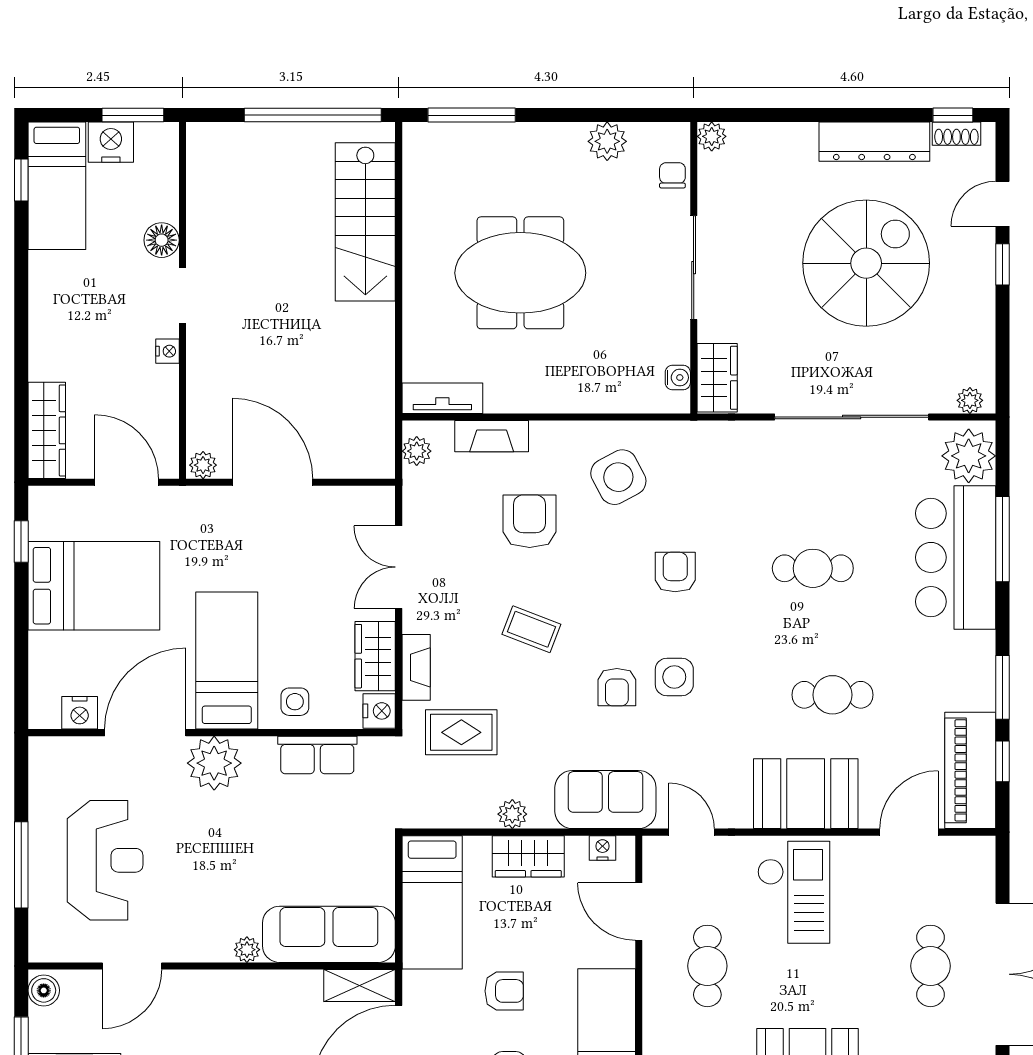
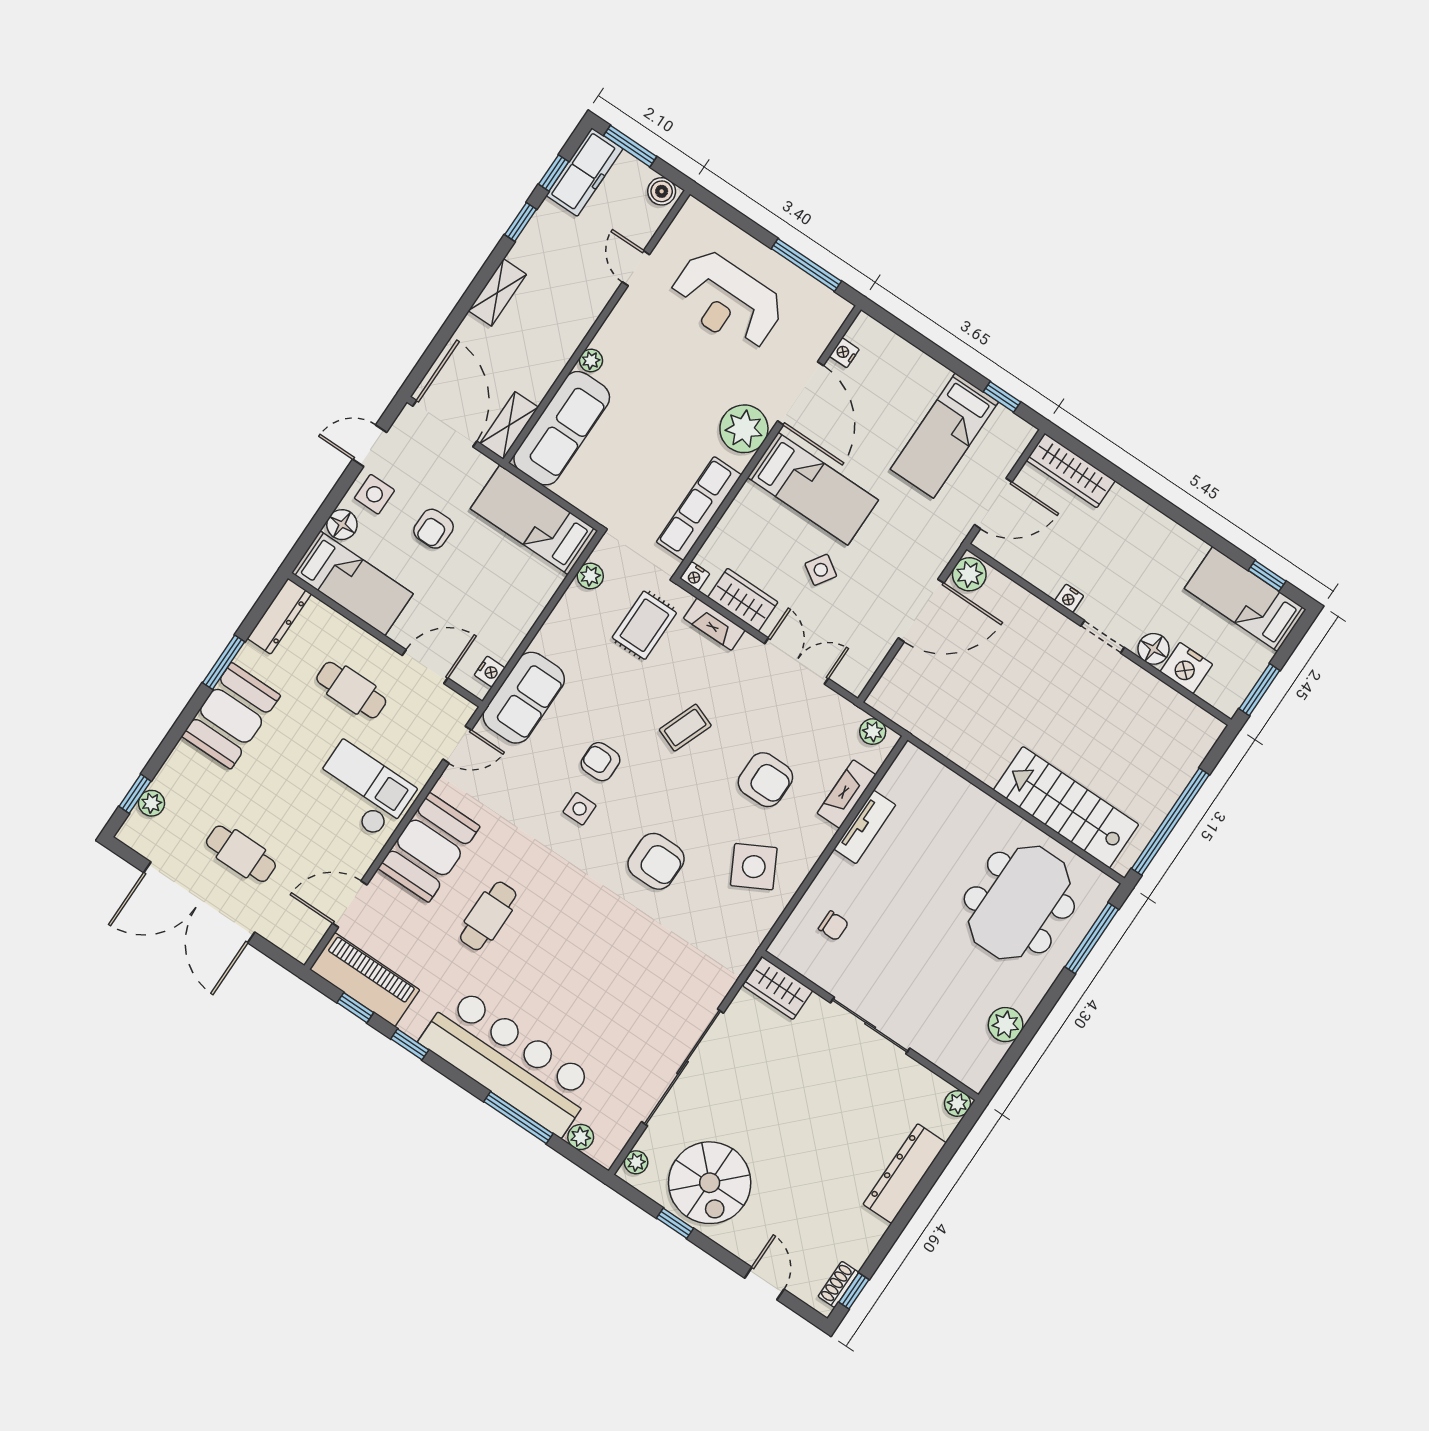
nightstand: (111, 142) -> (1186, 668), moved, turned 90
dresser: (874, 142) -> (905, 1174), moved
chair: (672, 175) -> (833, 926), moved
spiral stairs: (866, 263) -> (710, 1183), moved, width x0.73, depth x0.73
window: (1002, 264) -> (675, 1223), moved
meeting table: (520, 273) -> (1019, 903), moved
water cooler: (678, 378) -> (797, 959), removed
tv unit: (442, 398) -> (865, 827), moved
plant: (969, 456) -> (581, 1137), width x0.53, depth x0.53
plant: (203, 465) -> (969, 574), width x1.38, depth x1.38
bar counter: (956, 557) -> (509, 1061), width x1.36
cafe table: (813, 568) -> (591, 964), removed
armchair: (675, 572) -> (656, 861), width x1.38, depth x1.38
bed: (94, 586) -> (944, 436), width x0.67
side table: (674, 677) -> (580, 809), width x0.73, depth x0.73
window: (1002, 687) -> (410, 1044), width x0.67
side table: (295, 702) -> (821, 570), moved, turned 33
nightstand: (379, 711) -> (695, 576), width x0.72, depth x0.74
nightstand: (80, 713) -> (844, 353), width x0.72, depth x0.74
row of seats: (317, 755) -> (699, 508), width x1.48
plant: (512, 814) -> (590, 576), moved
door: (909, 832) -> (350, 904), swing flipped
wardrobe: (528, 856) -> (520, 613), removed
window: (21, 865) -> (806, 265), moved
checkout: (794, 892) -> (363, 790), turned 180
door: (132, 966) -> (636, 268), width x0.73

